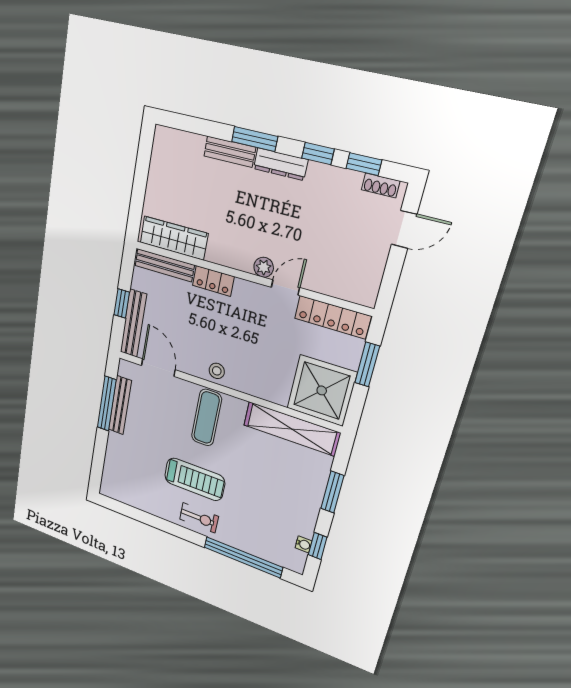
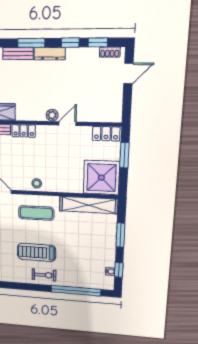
locker: (332, 317) -> (106, 134), width x0.66
exercise mat: (207, 418) -> (36, 213), turned 90
treadmill: (195, 479) -> (37, 252), turned 180

